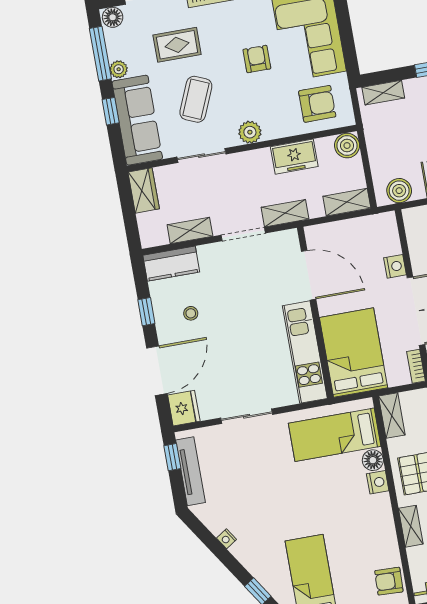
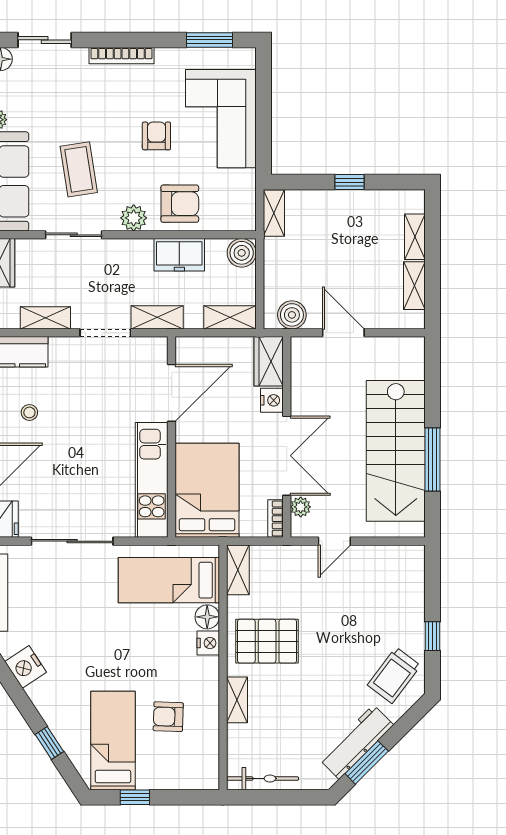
rug: (177, 45) -> (68, 103), removed
shelving: (383, 93) -> (274, 213), moved, turned 90
coffee table: (196, 99) -> (79, 169), turned -32
armchair: (317, 104) -> (180, 204), moved
wardrobe: (386, 234) -> (269, 361), added
door: (309, 275) -> (172, 393), hinge flipped
sliding door: (247, 416) -> (72, 541), width x1.37
nightstand: (226, 539) -> (26, 667), width x1.89, depth x1.79
armchair: (389, 581) -> (168, 717), moved

